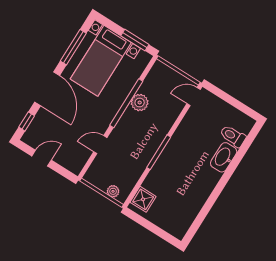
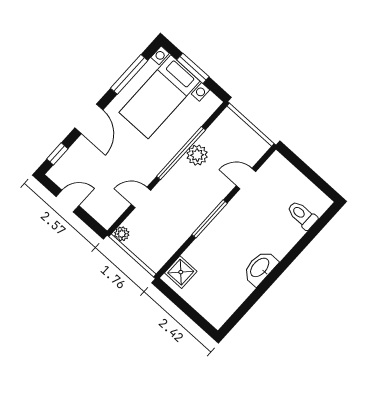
window: (135, 40) -> (193, 68), moved
door: (47, 89) -> (89, 119), width x0.73
door: (194, 97) -> (246, 179), moved
washbasin: (224, 157) -> (260, 268), moved
plant: (113, 191) -> (122, 234), moved

